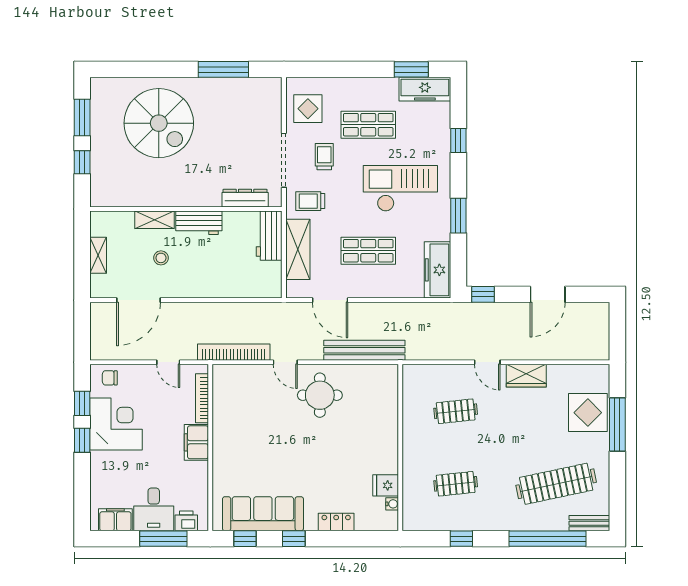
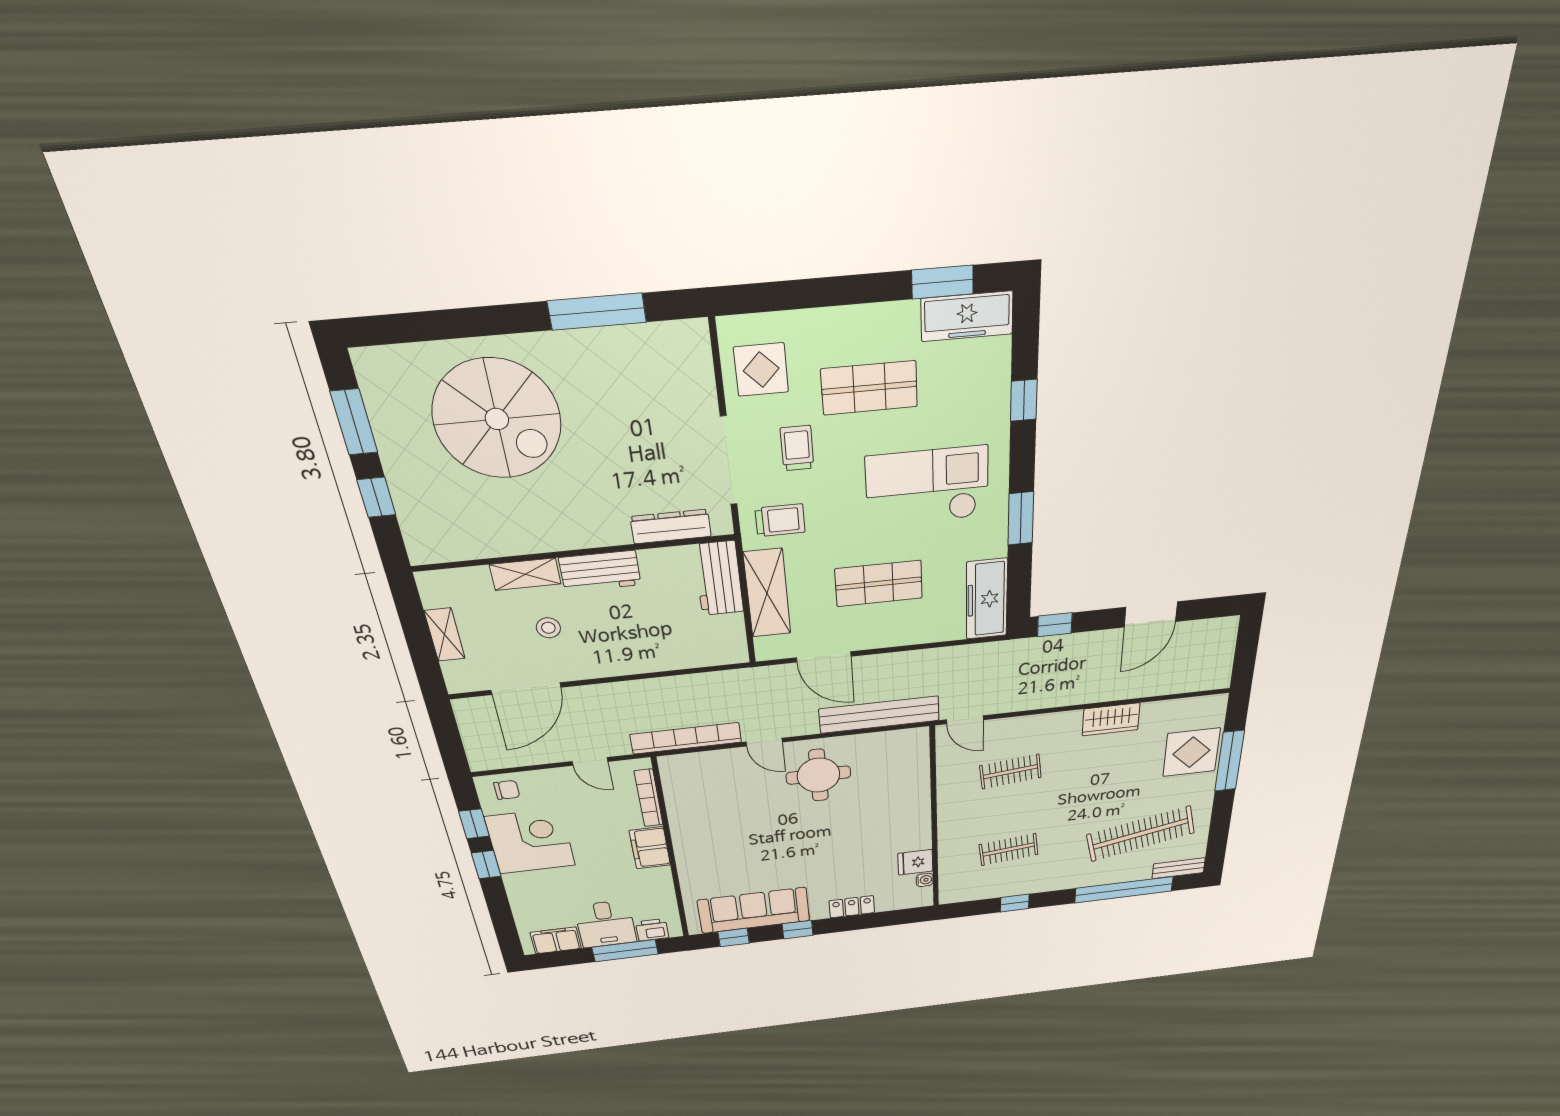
trolley: (310, 201) -> (780, 520), turned 180
door: (487, 362) -> (965, 720), moved
chair: (110, 378) -> (507, 790), turned 180

